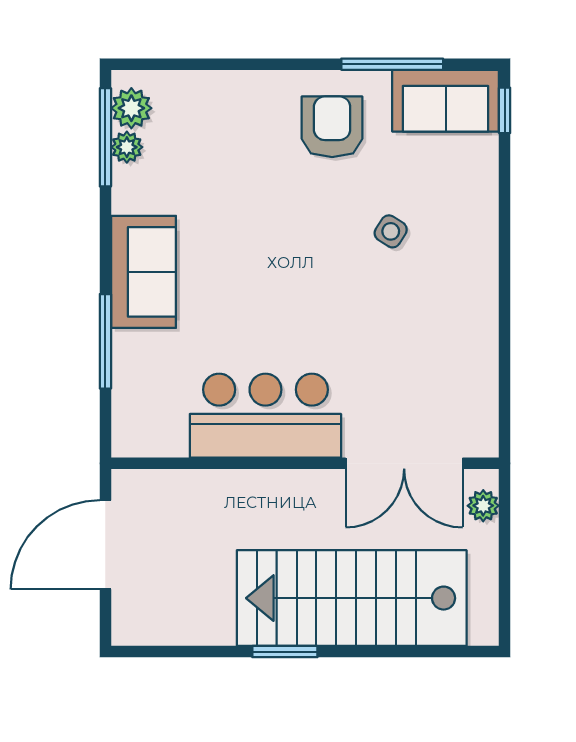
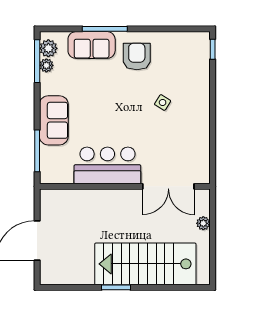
window: (392, 64) -> (105, 29), moved
sofa: (446, 101) -> (92, 45), moved
bar counter: (265, 416) -> (107, 165), moved
wall: (305, 463) -> (125, 186), moved
double door: (404, 463) -> (168, 186), moved

